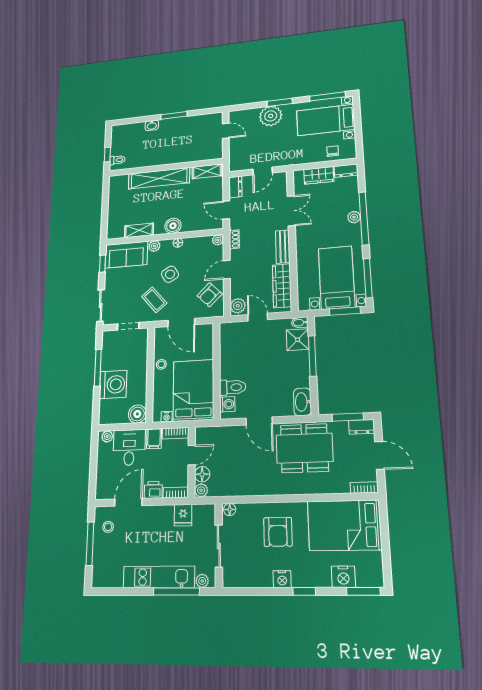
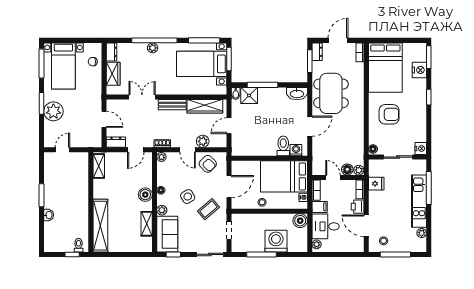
shelving: (159, 178) -> (100, 226), moved
plant: (238, 306) -> (203, 141), moved
nightstand: (282, 579) -> (421, 148), moved
plant: (202, 581) -> (422, 233), moved

